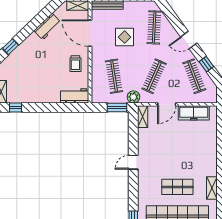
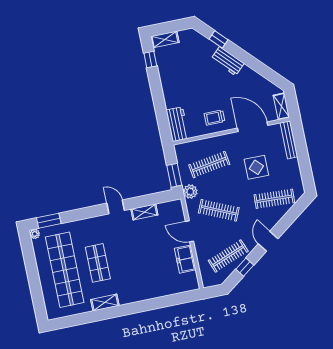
workbench: (47, 27) -> (227, 61), moved
door: (90, 33) -> (253, 127), hinge flipped
freezer: (194, 113) -> (185, 259), width x0.71
shelving: (143, 117) -> (144, 212), moved

